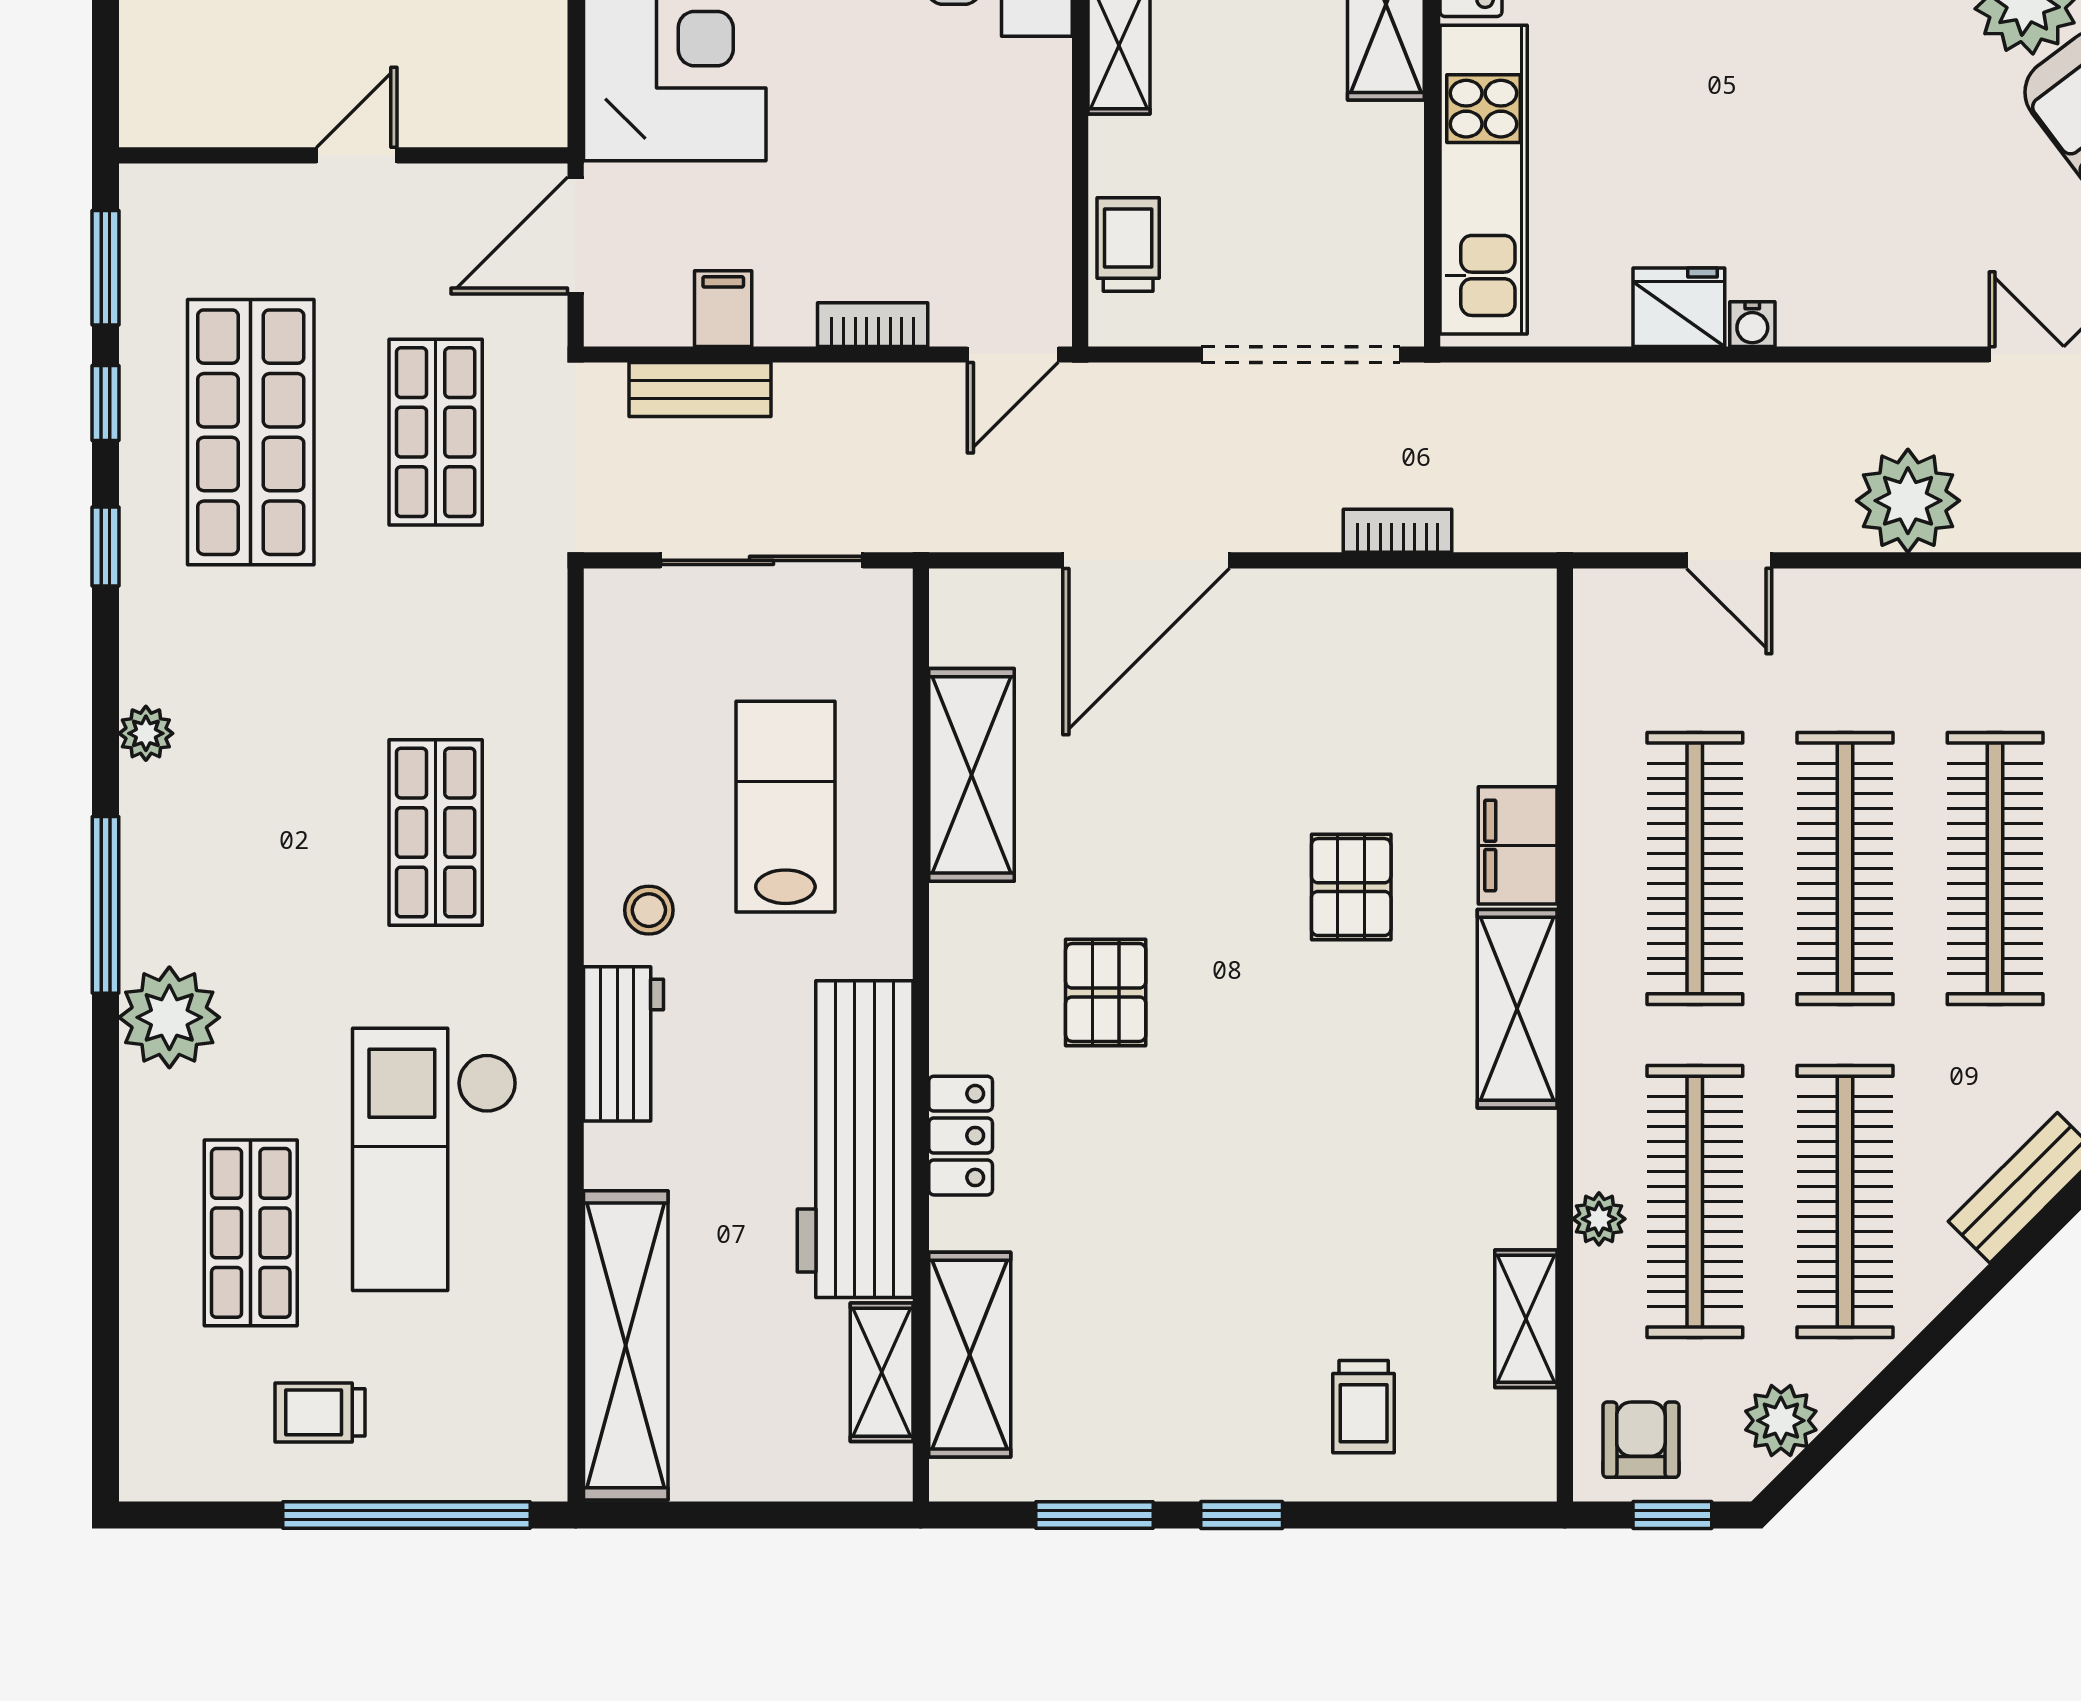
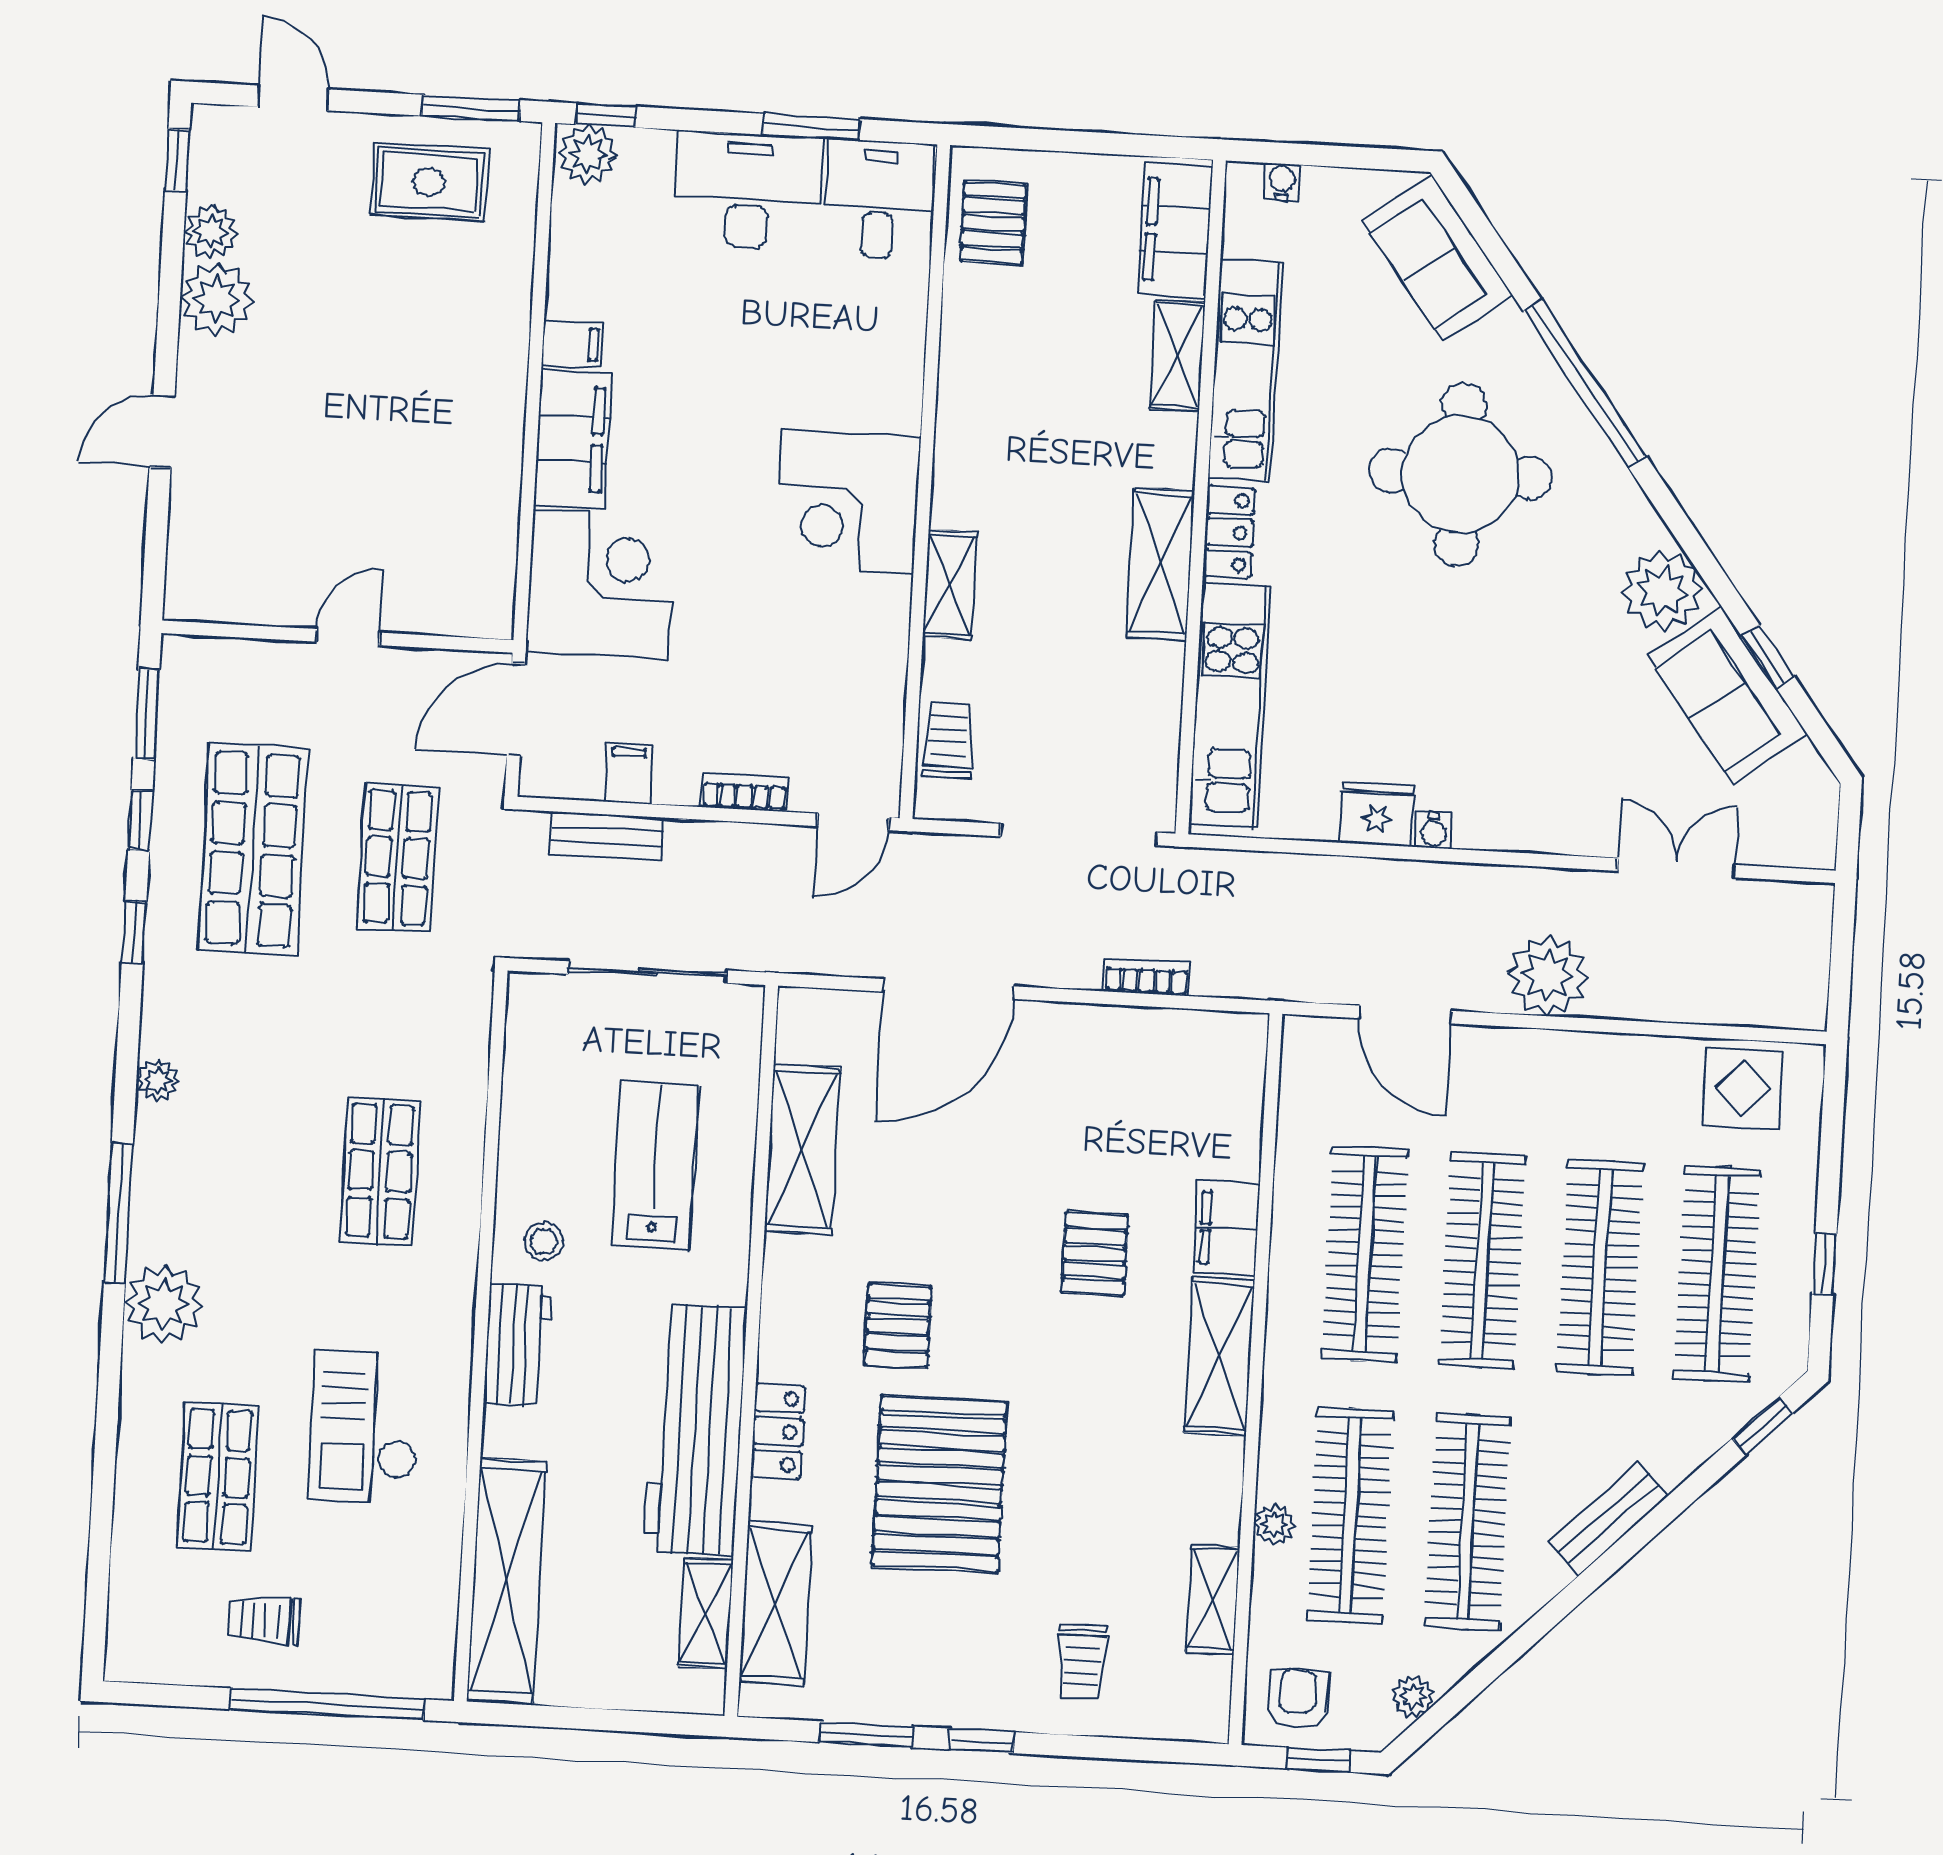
door: (1729, 560) -> (1405, 1014), width x1.38
checkout: (435, 1159) -> (365, 1427), width x0.73, depth x0.83
pallet: (1170, 1191) -> (939, 1484), added
plant: (1781, 1421) -> (1413, 1696), width x0.73, depth x0.73

